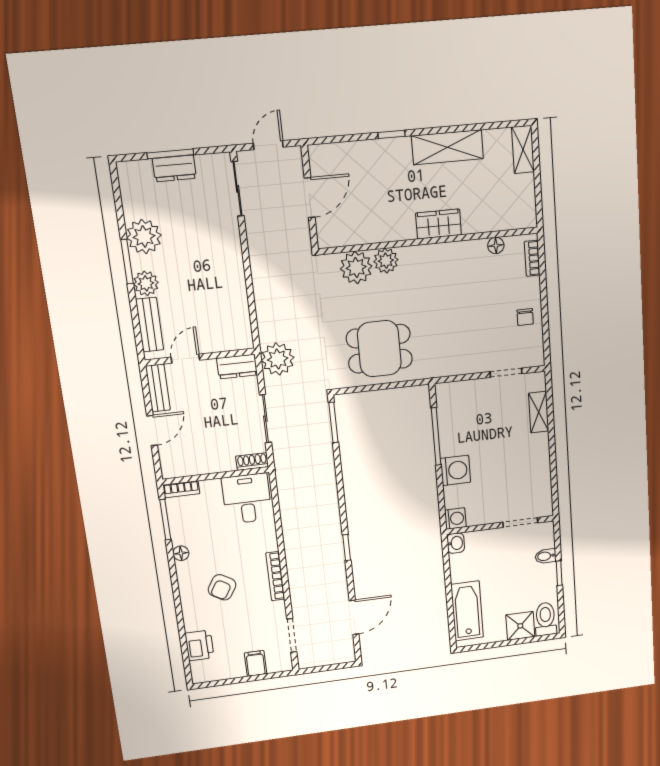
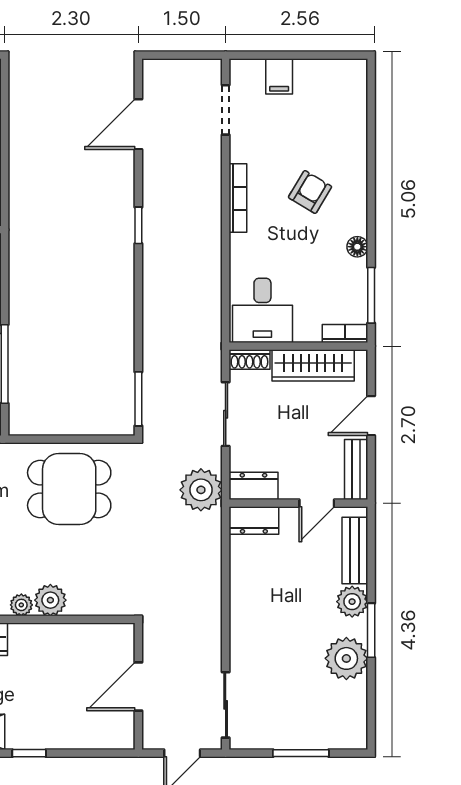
dresser: (174, 168) -> (254, 520), moved, turned 180
plant: (356, 268) -> (21, 605), moved, width x0.53, depth x0.53
wardrobe: (203, 463) -> (313, 365), added
printer: (199, 645) -> (351, 114), removed

